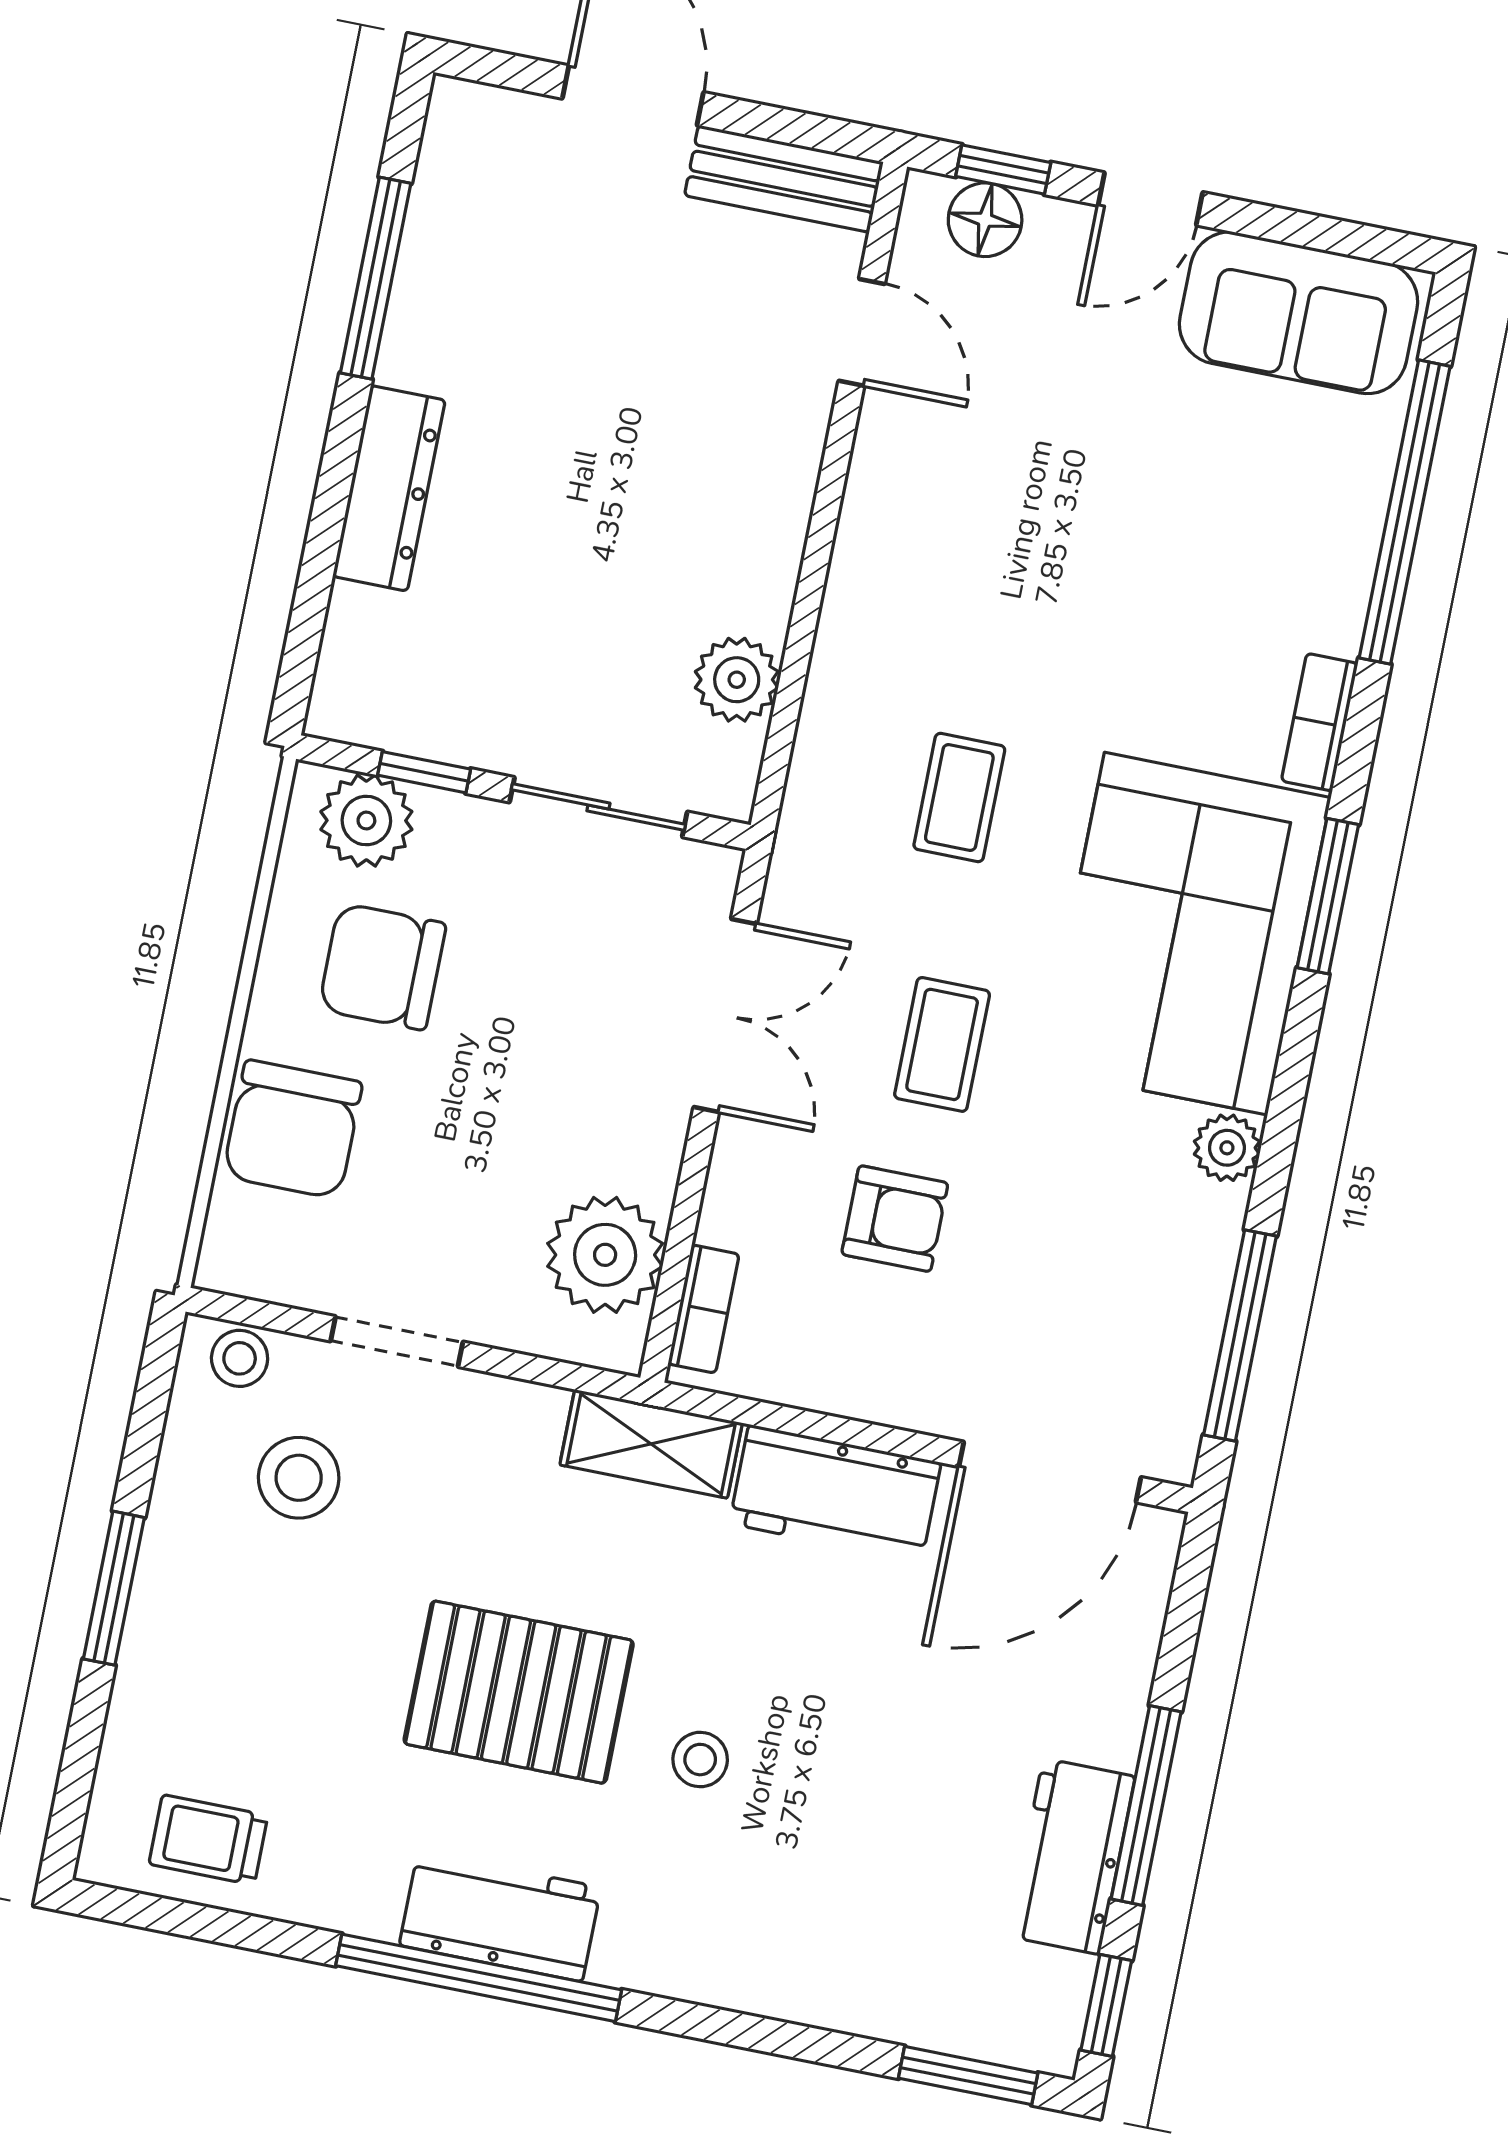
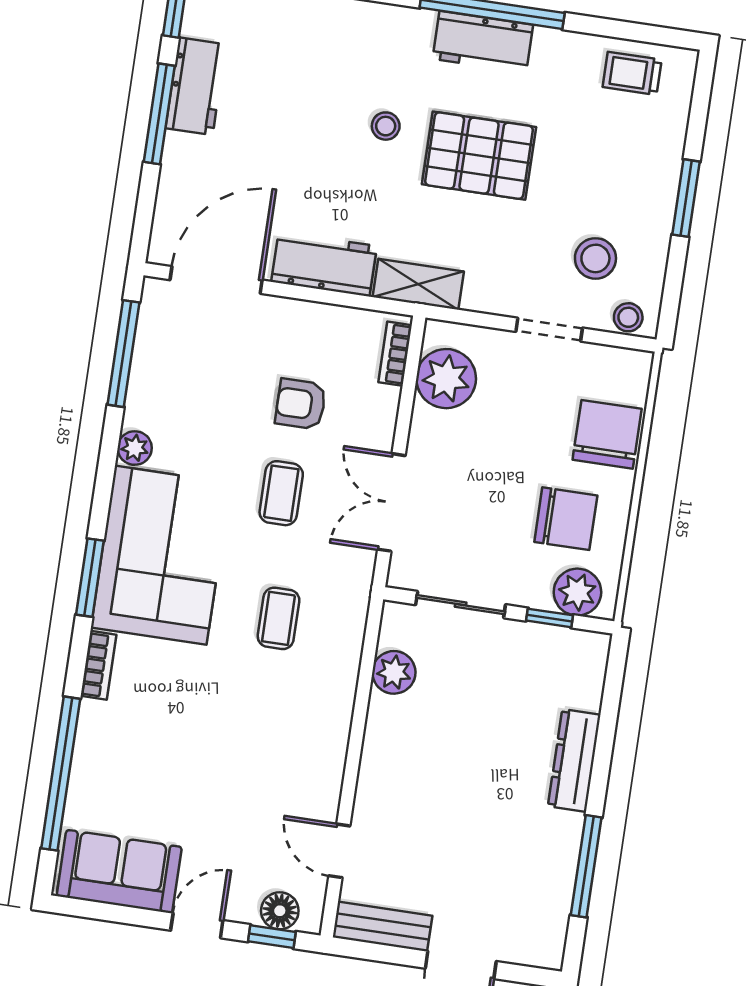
trolley: (208, 1840) -> (632, 73), turned 180

